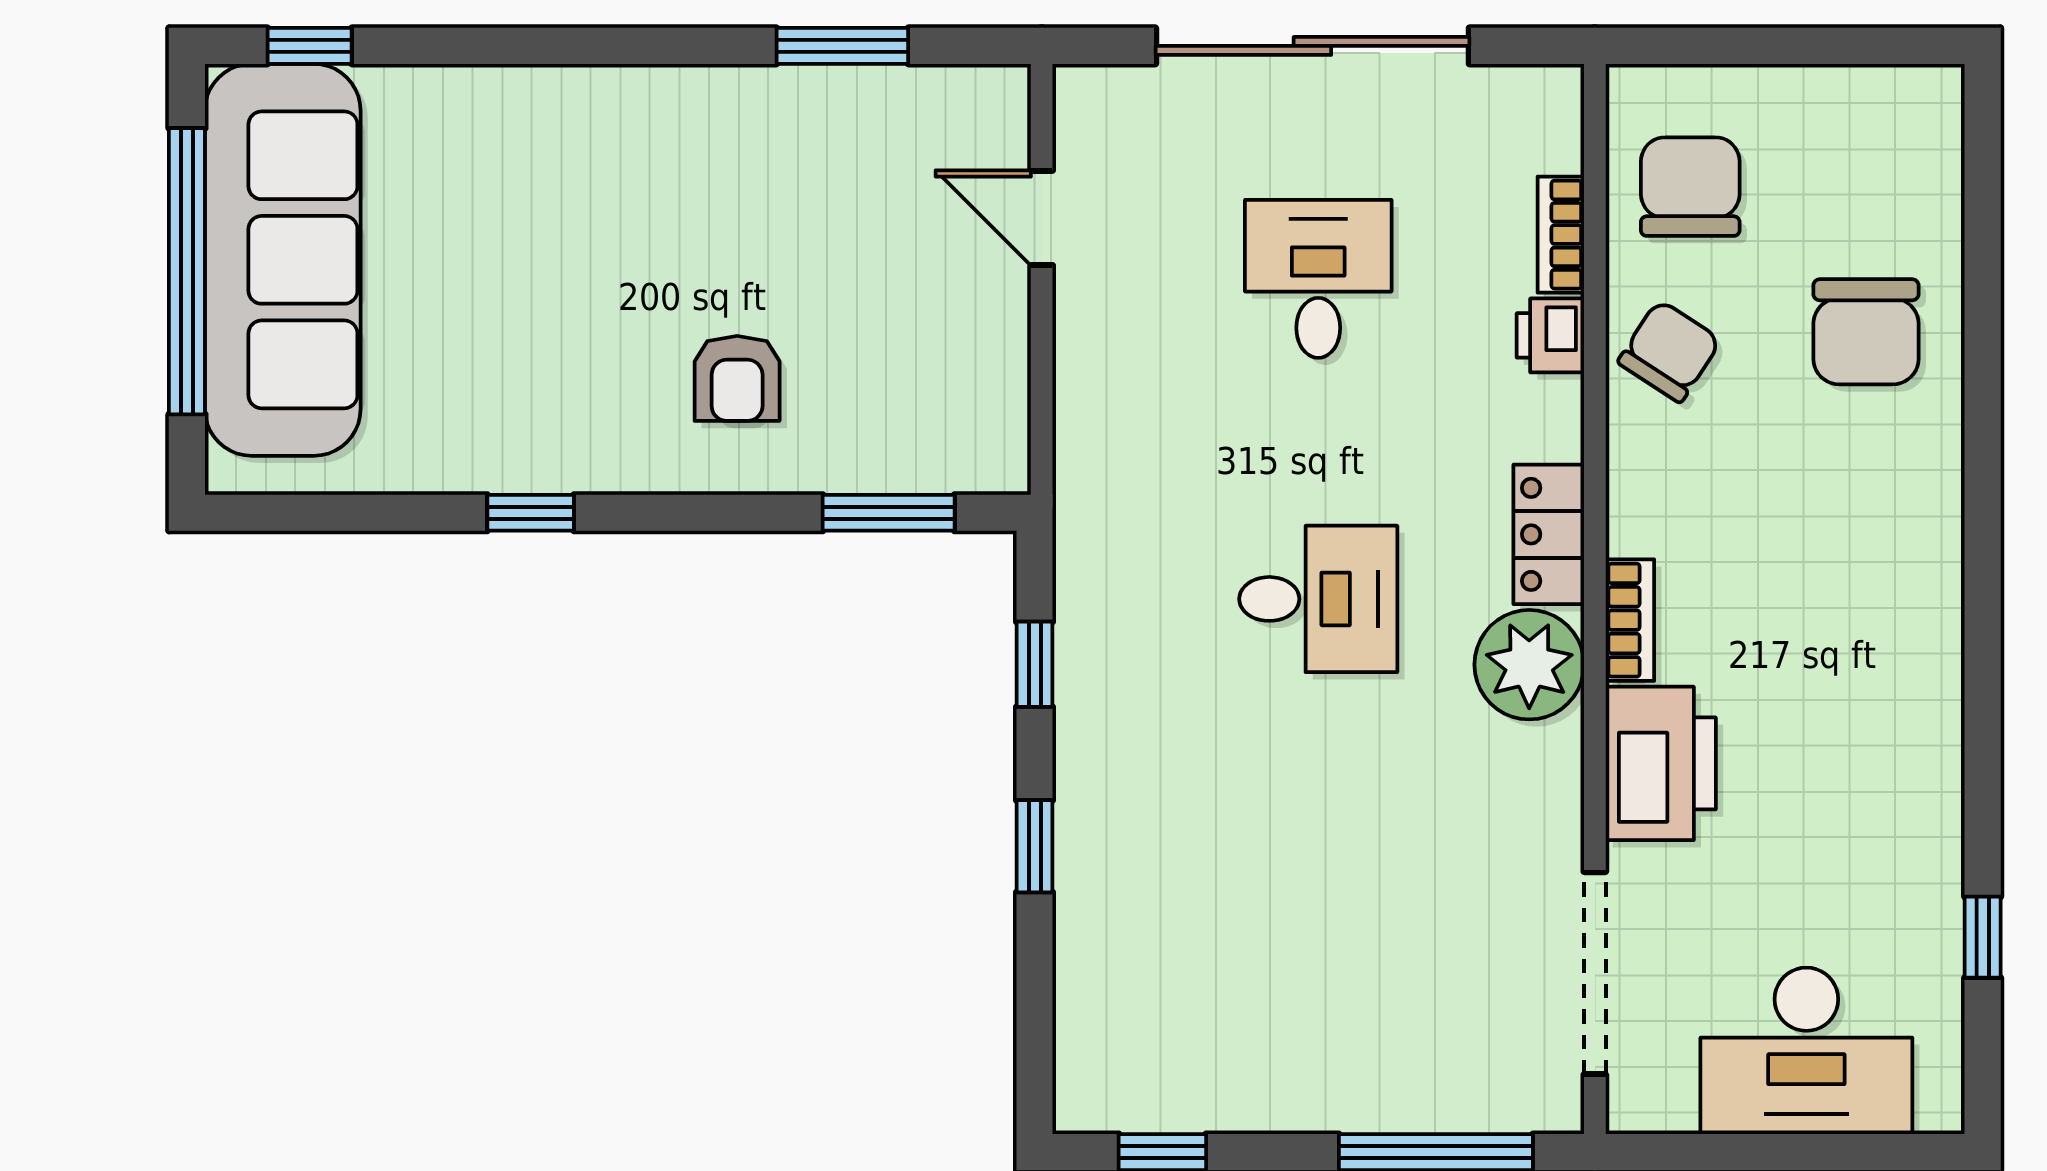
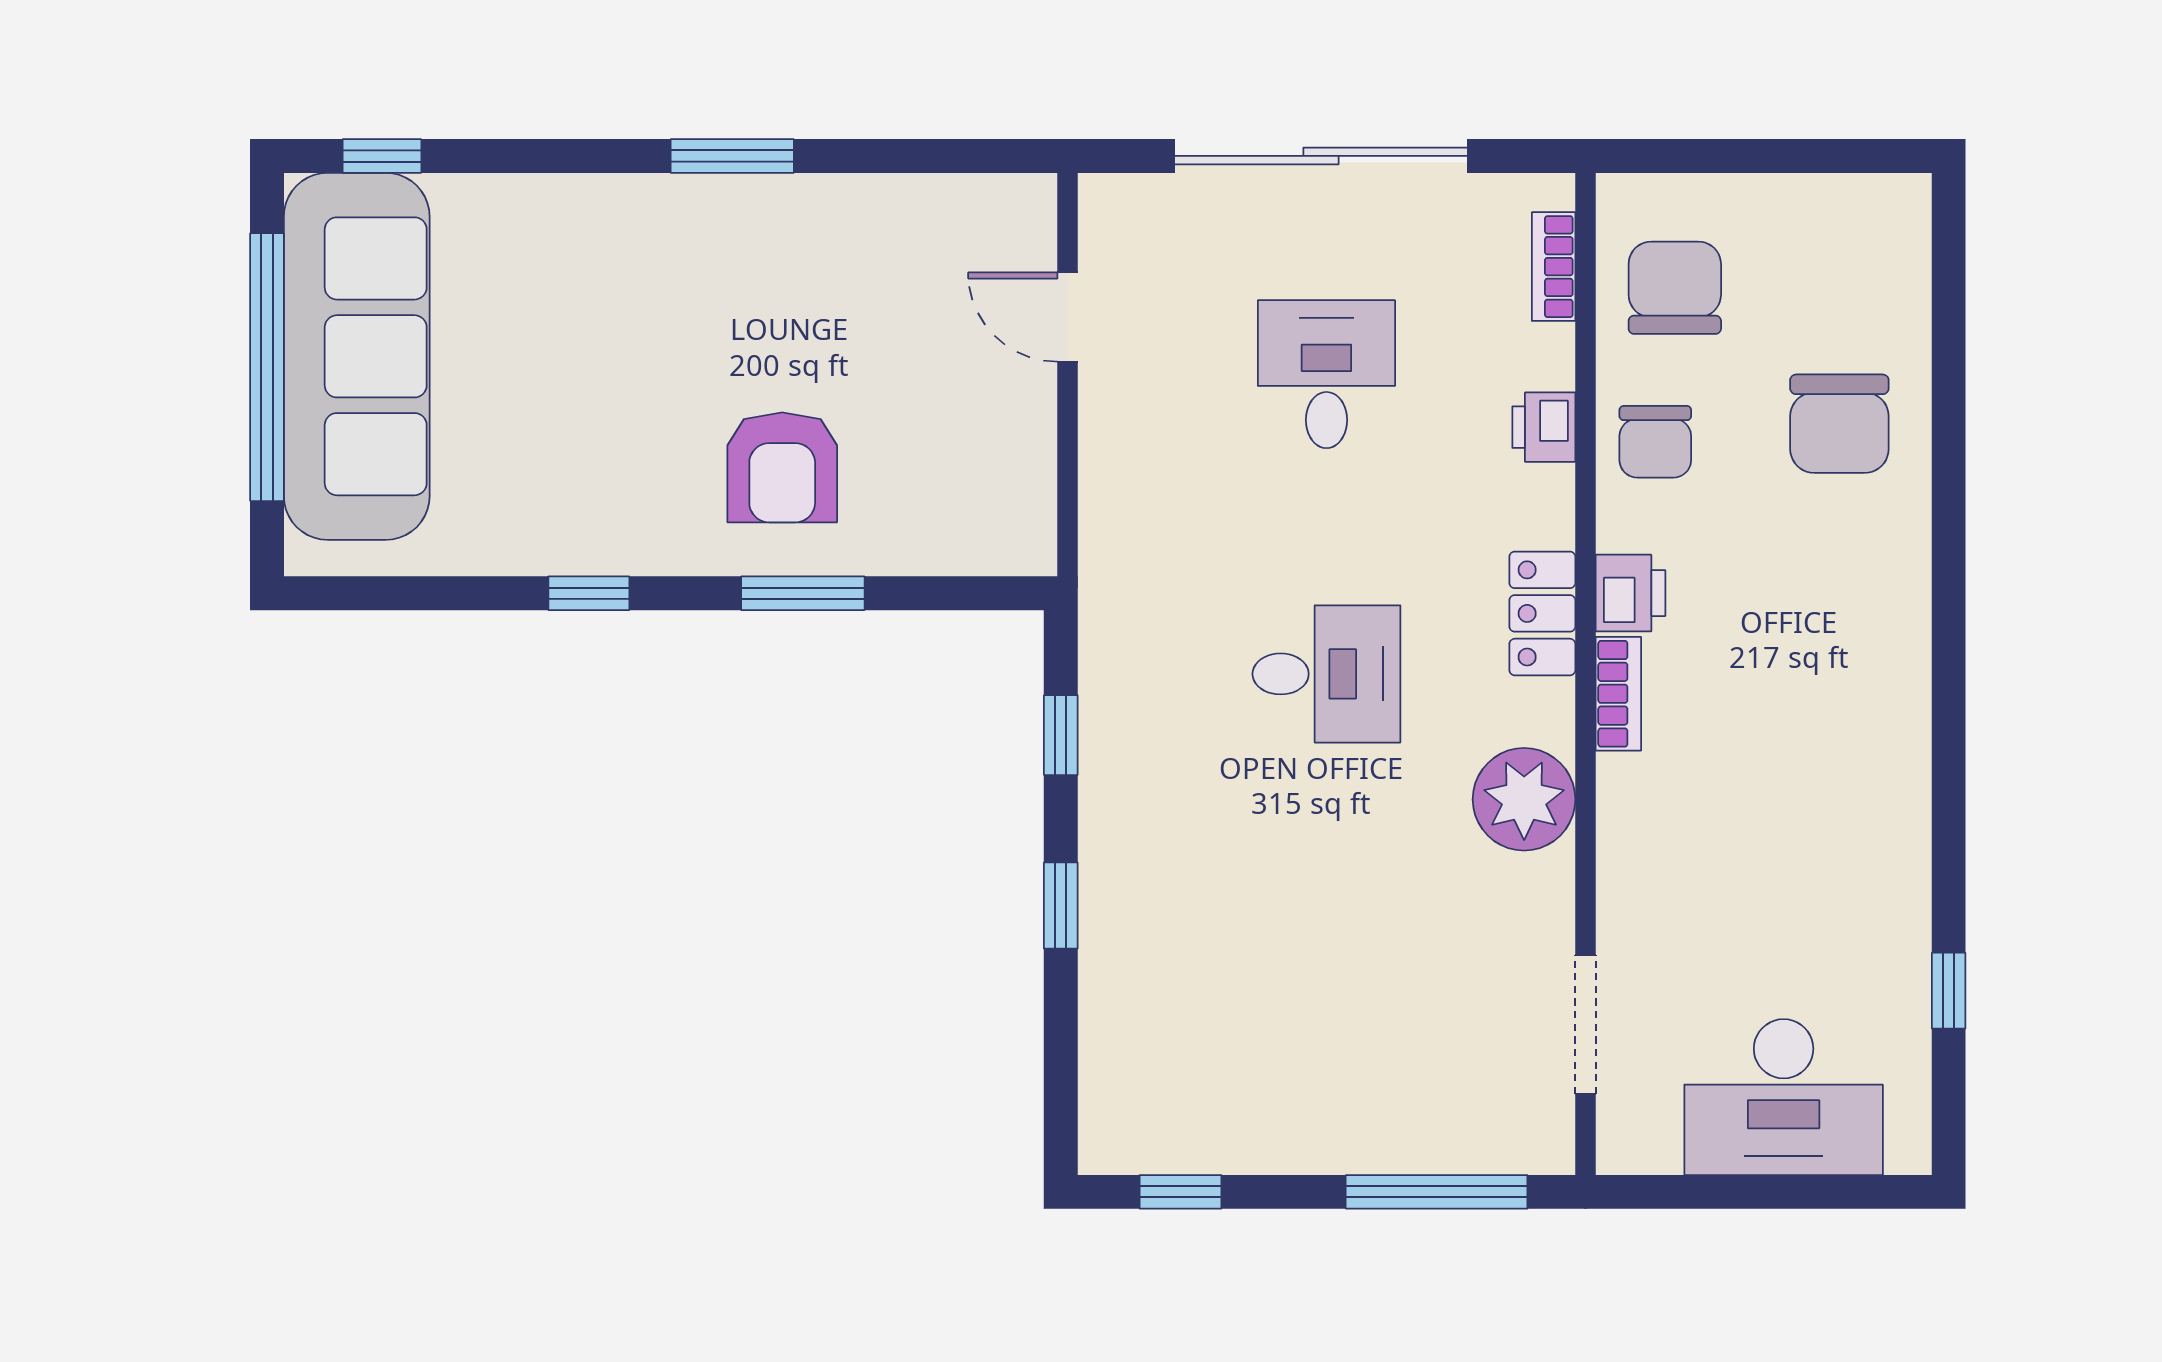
window: (842, 46) -> (732, 156), moved
bookcase: (1561, 235) -> (1554, 267), moved
chair: (1669, 351) -> (1655, 442), turned 147
armchair: (737, 378) -> (782, 467), width x1.38, depth x1.38
window: (889, 513) -> (803, 593), moved
plant: (1529, 665) -> (1524, 799), moved
printer: (1661, 763) -> (1630, 593), moved, width x0.53, depth x0.68
doorway: (1595, 973) -> (1585, 1024), width x0.73

